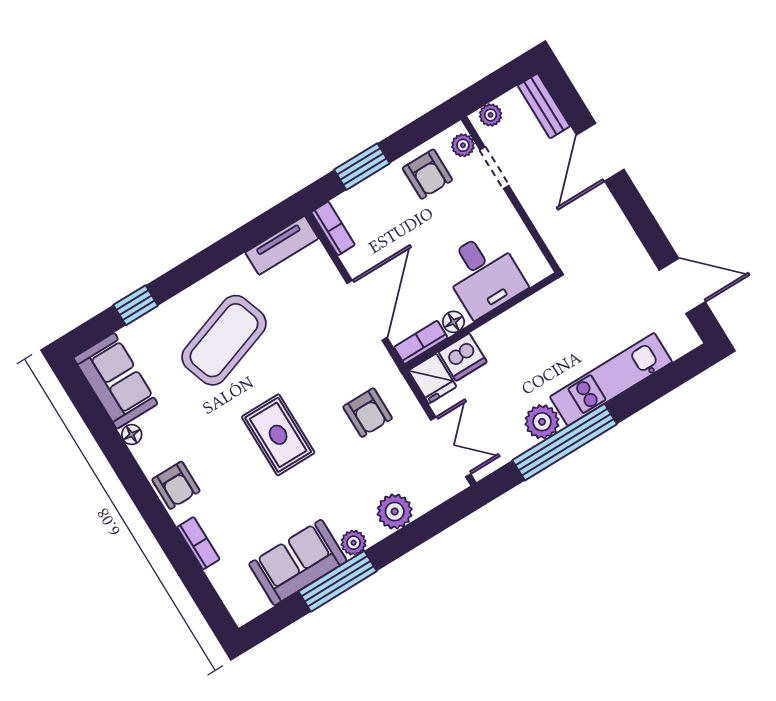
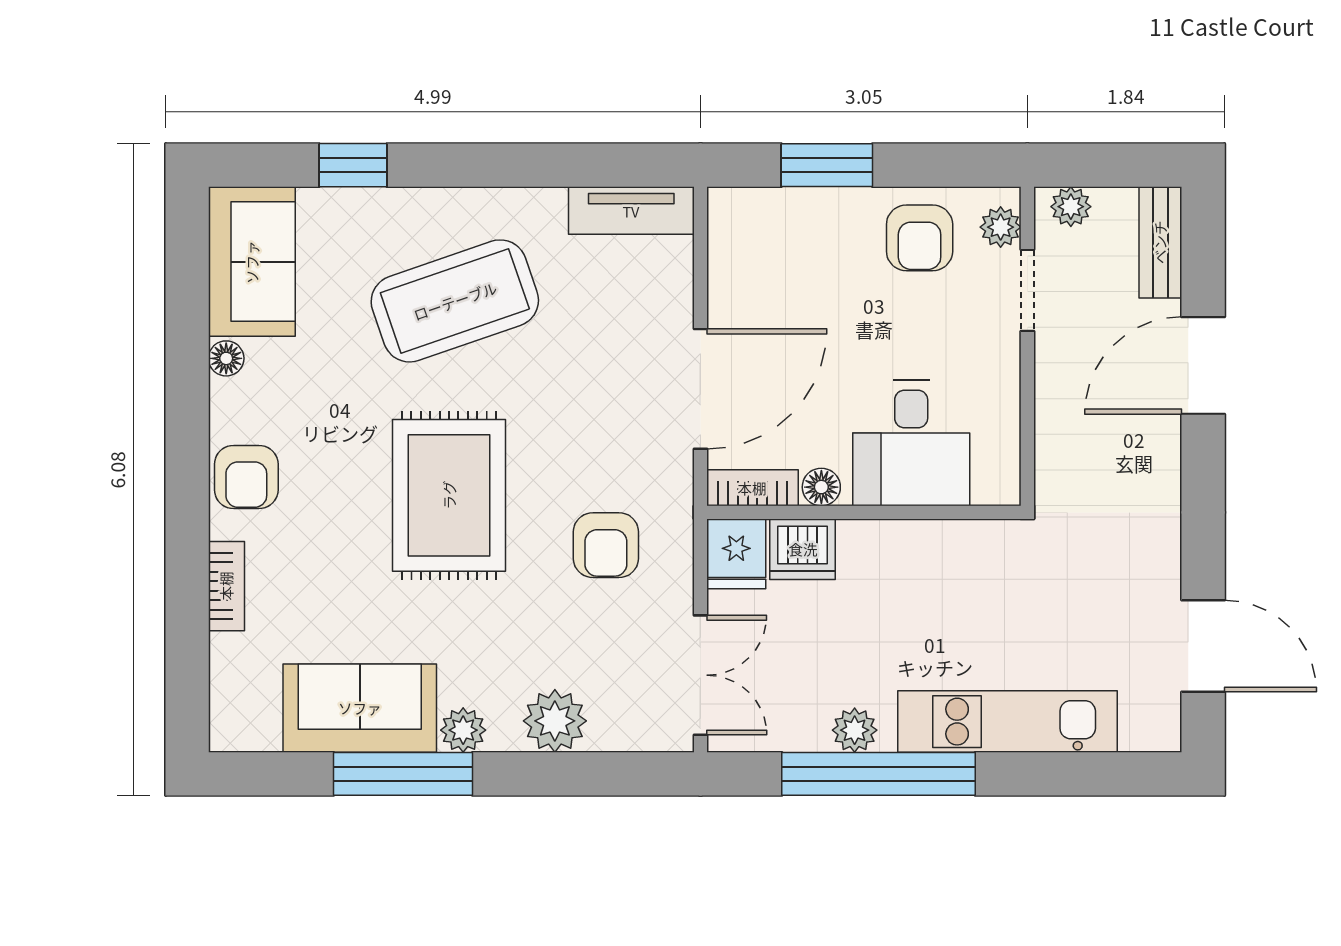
bookcase: (333, 228) -> (725, 232), removed
plant: (542, 422) -> (855, 730), width x0.73, depth x0.73
rug: (278, 435) -> (449, 495), width x1.36, depth x1.43

